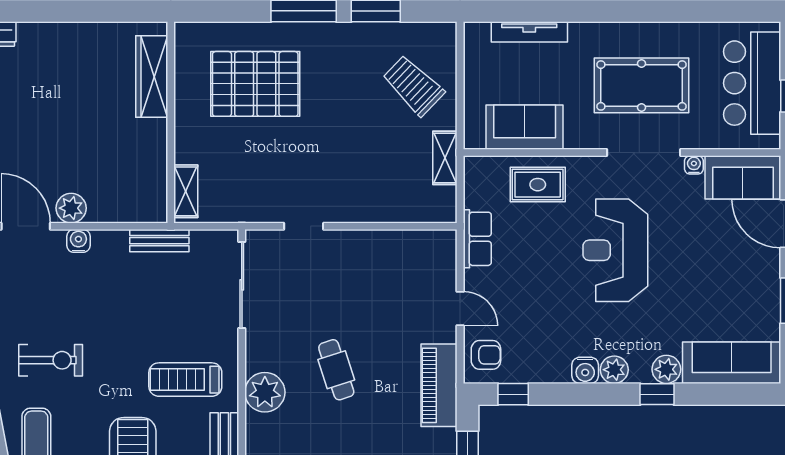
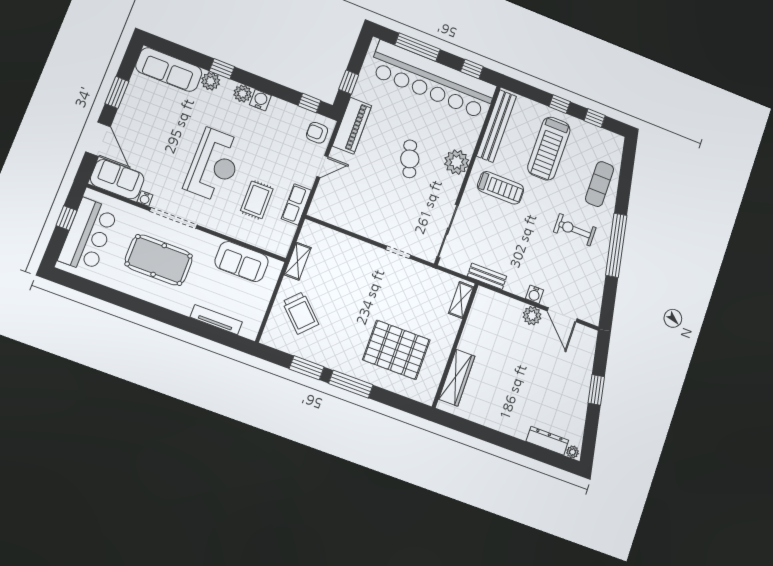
rug: (538, 185) -> (257, 200), moved, turned 90
door: (460, 309) -> (322, 166), swing flipped

